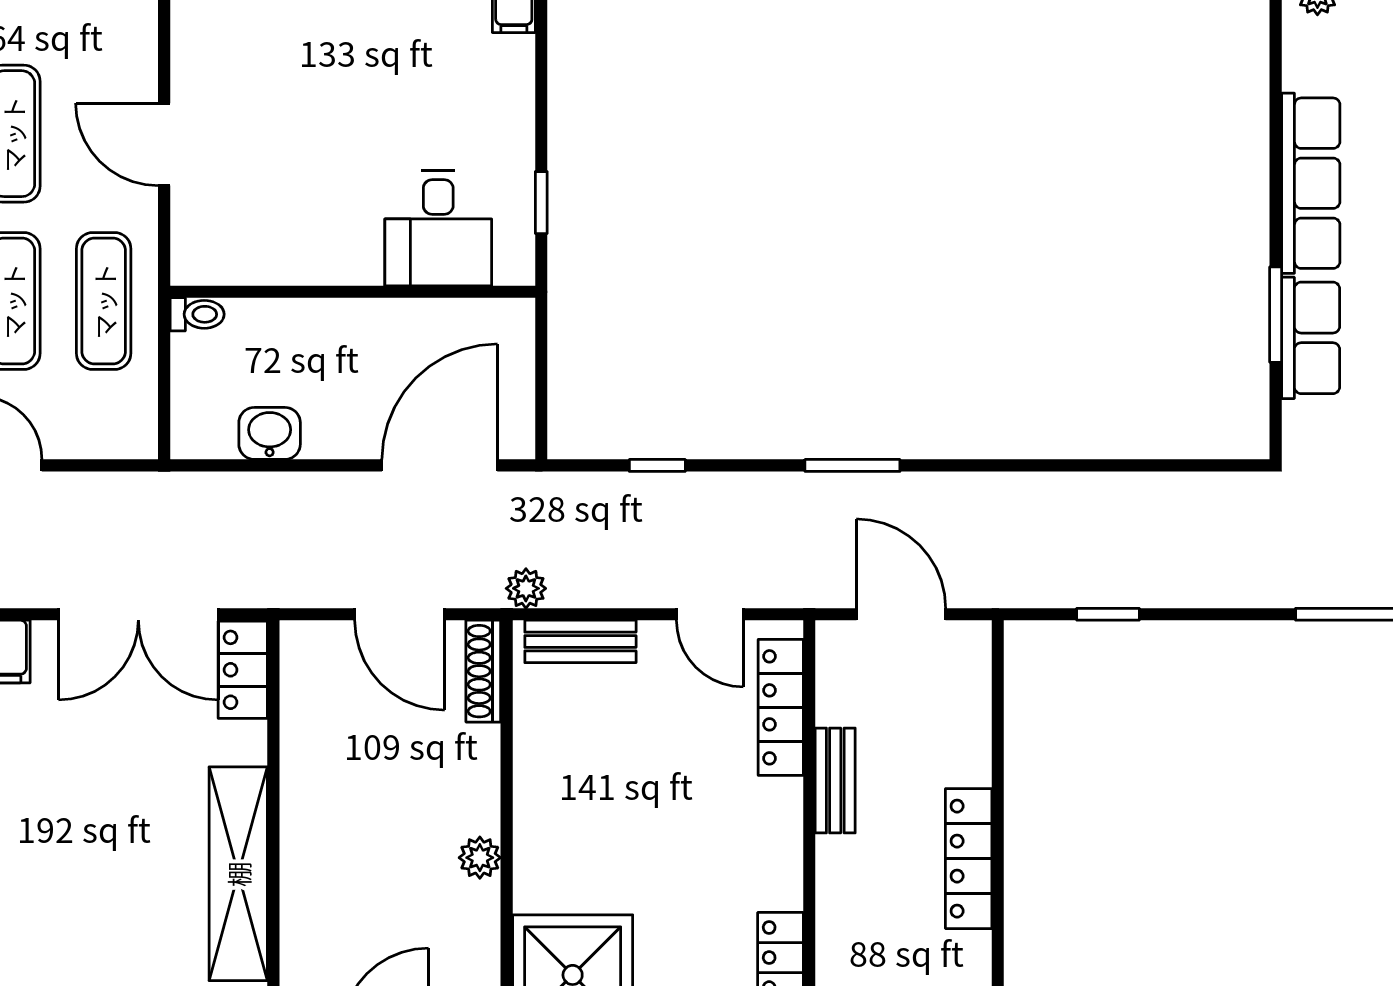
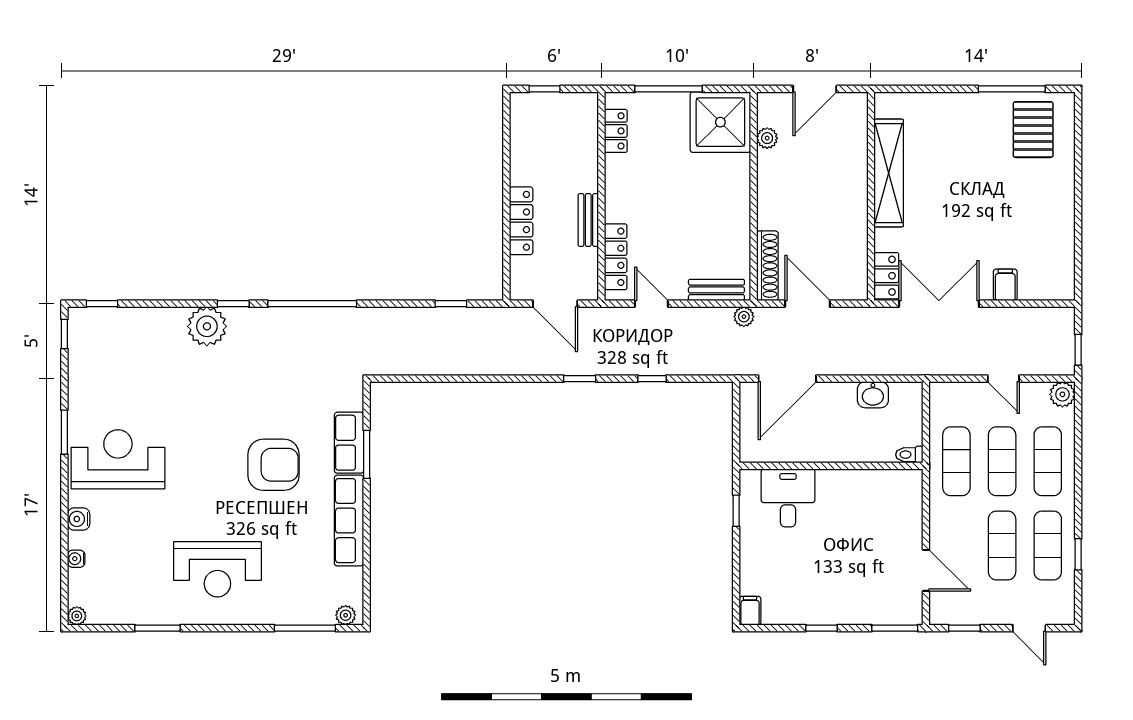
door: (164, 144) -> (926, 570), moved
window: (657, 465) -> (652, 379), moved
window: (852, 465) -> (580, 379), width x0.67
shoe rack: (483, 671) -> (767, 266), width x1.36, depth x1.24
plant: (480, 858) -> (767, 138), moved
locker: (969, 859) -> (521, 221), moved

